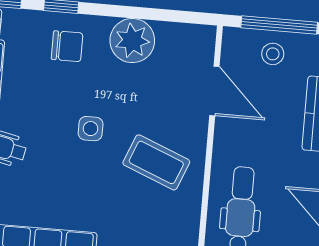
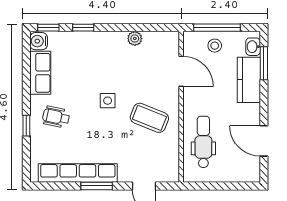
plant: (132, 41) -> (135, 38), width x0.53, depth x0.53
chair: (67, 46) -> (89, 52), removed

